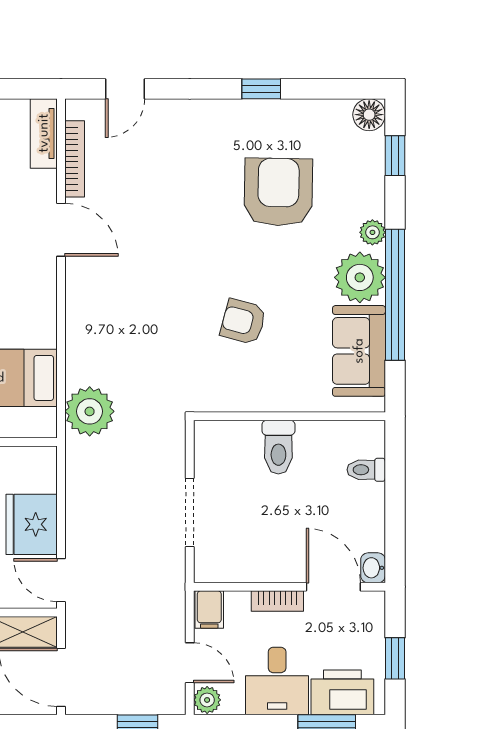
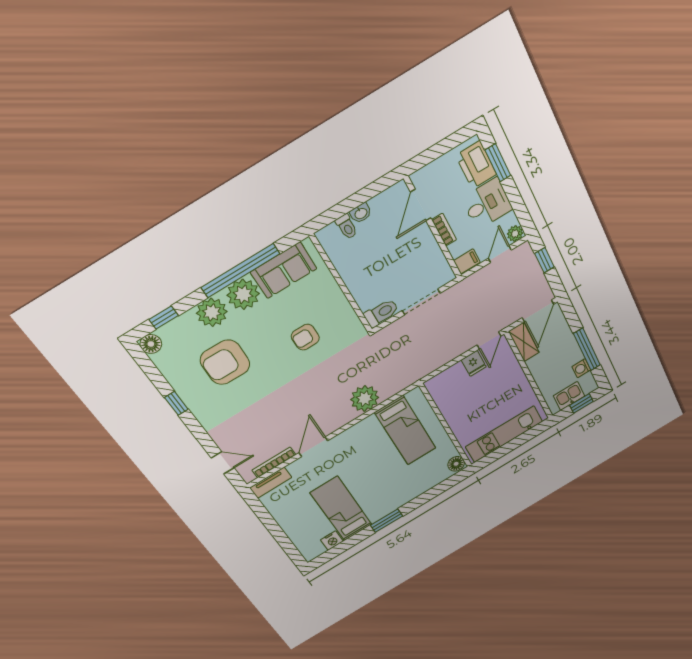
plant: (372, 232) -> (212, 312), width x1.88, depth x1.88
armchair: (243, 322) -> (305, 337), turned 75
plant: (90, 411) -> (365, 399), moved
toilet: (278, 447) -> (381, 313), moved
fridge: (32, 524) -> (474, 363), width x0.53, depth x0.75
washbasin: (373, 568) -> (361, 213), moved
window: (395, 658) -> (443, 147), removed

